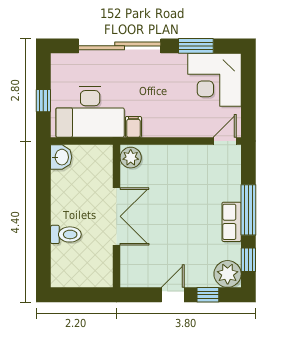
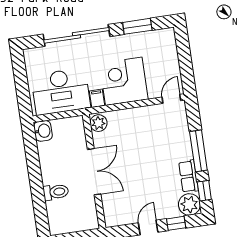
corner desk: (214, 80) -> (124, 81), moved, turned 90
window: (43, 101) -> (22, 88), removed
row of seats: (232, 222) -> (188, 176), moved

